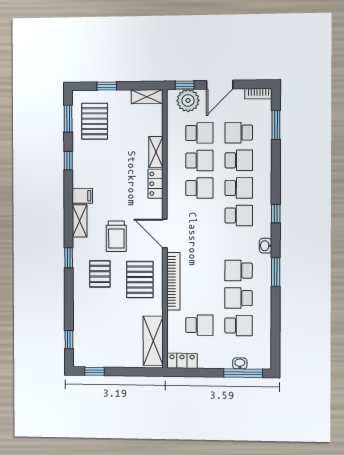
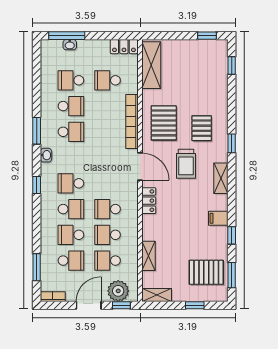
pallet: (95, 121) -> (206, 272), turned 90
shelving: (156, 152) -> (148, 256), moved
locker: (156, 184) -> (149, 201), moved
school desk: (239, 188) -> (71, 209), turned 180
filing cabinet: (82, 196) -> (218, 218), moved
trolley: (116, 236) -> (186, 164), turned 180

